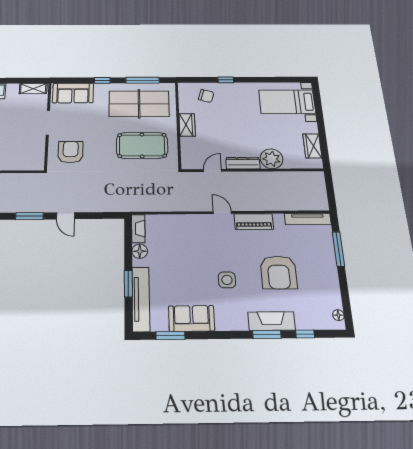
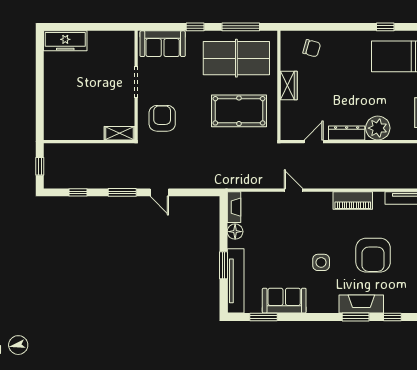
window: (226, 80) -> (385, 27), moved
shelving: (33, 89) -> (120, 133), moved
door: (222, 213) -> (294, 190), moved

